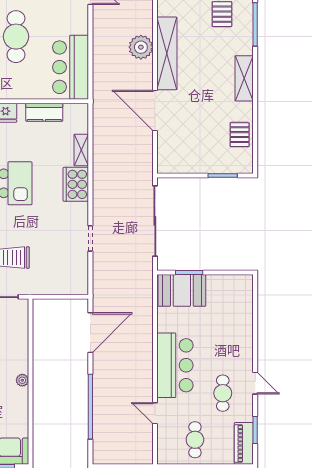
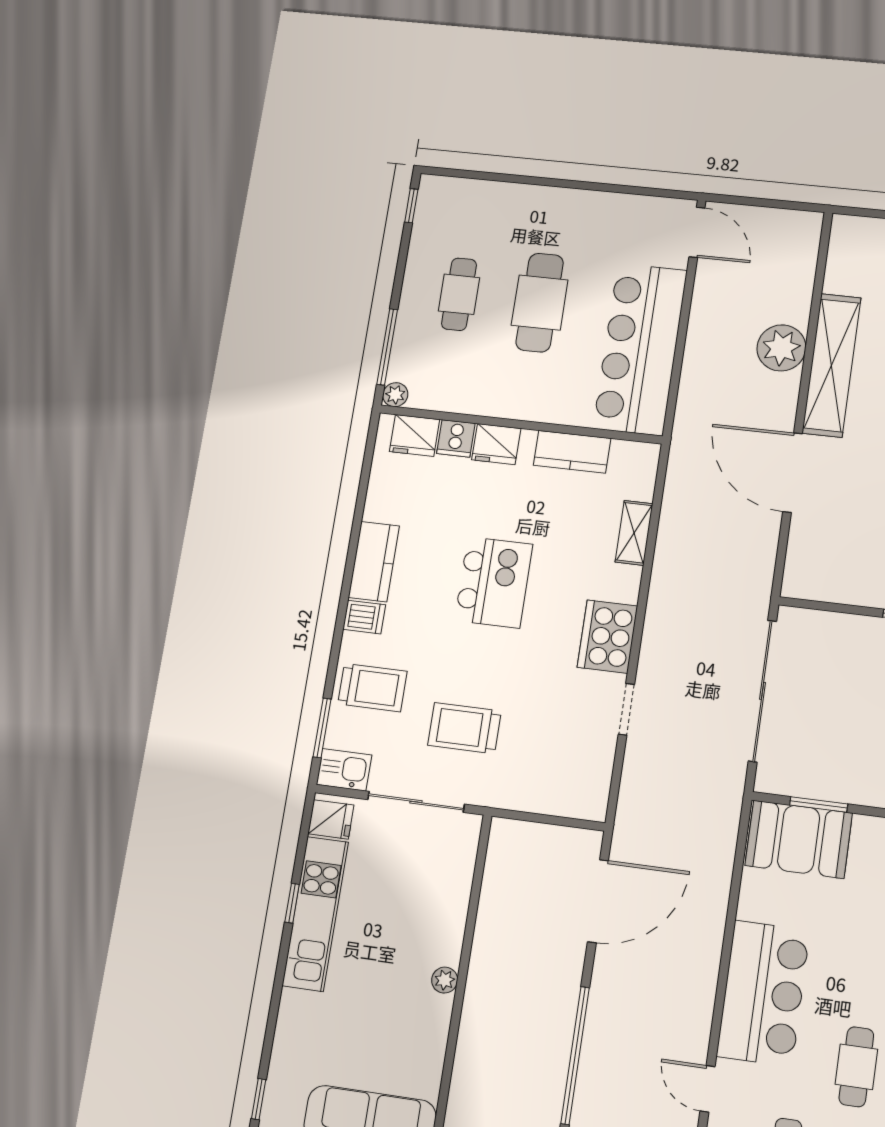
bar counter: (71, 67) -> (640, 349), width x1.36
cooker: (76, 184) -> (607, 637), moved

